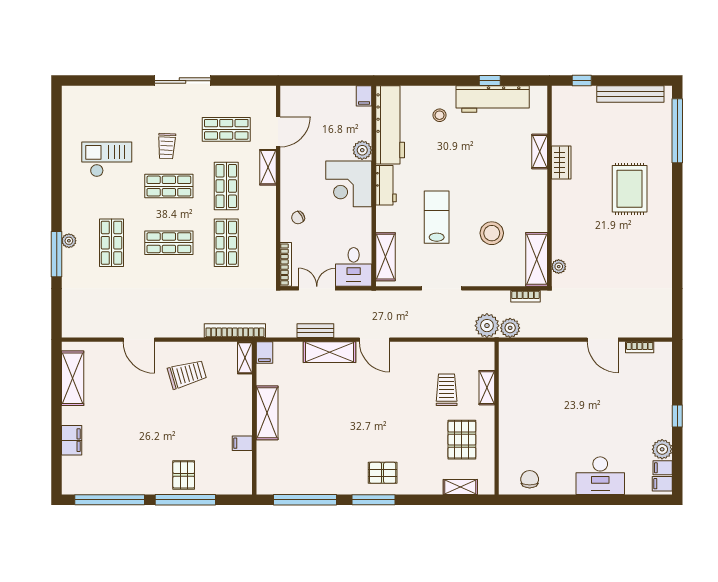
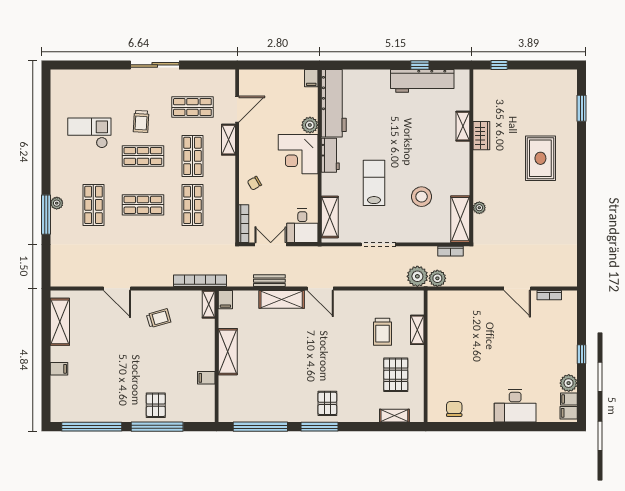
bench: (630, 94) -> (541, 77), removed
stool: (440, 115) -> (376, 95), removed
window: (677, 131) -> (582, 108), width x0.47
plant: (559, 267) -> (479, 208), moved
trolley: (187, 374) -> (159, 318), width x0.73, depth x0.72
trolley: (447, 390) -> (382, 332), turned 180
filing cabinet: (72, 440) -> (59, 369), width x0.50
pallet: (383, 473) -> (327, 403), turned 90

